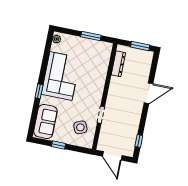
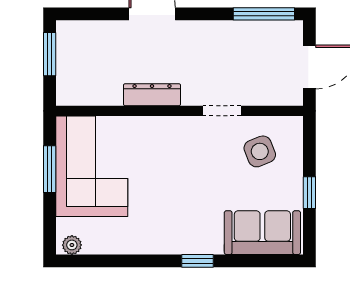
dresser: (118, 64) -> (152, 95), moved
corner sofa: (61, 76) -> (92, 166), moved, turned 90
window: (139, 141) -> (264, 14), width x2.17

